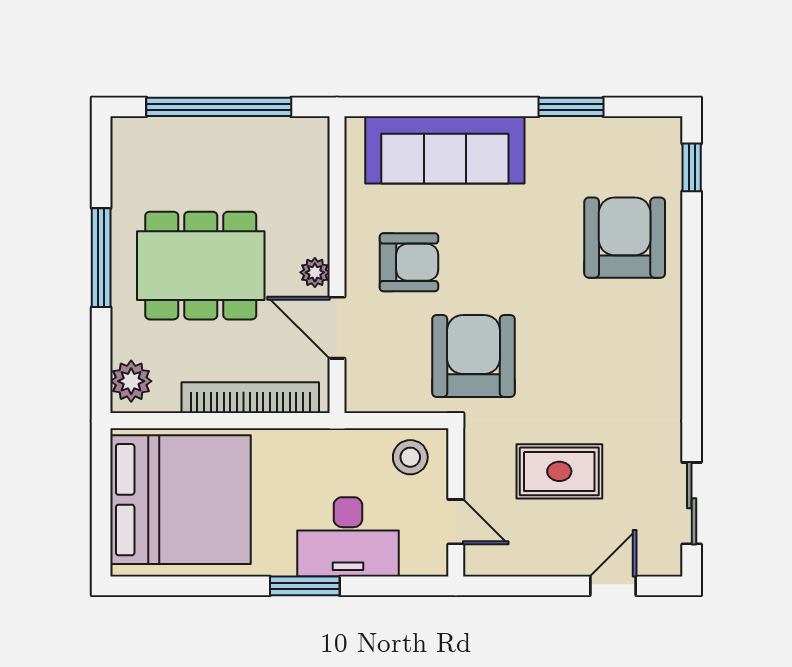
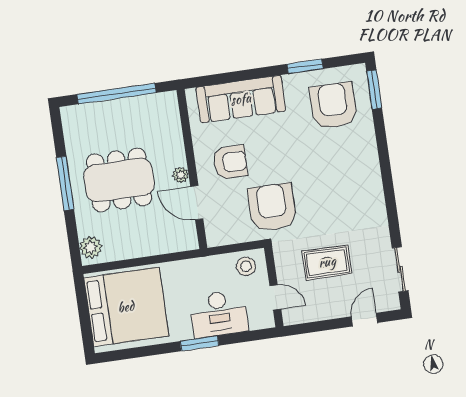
window: (692, 167) -> (374, 90), width x1.50
armchair: (625, 238) -> (333, 106), moved
bookcase: (250, 398) -> (156, 247), removed

